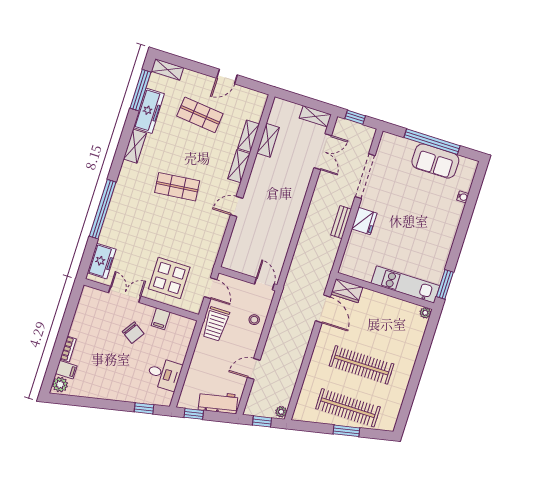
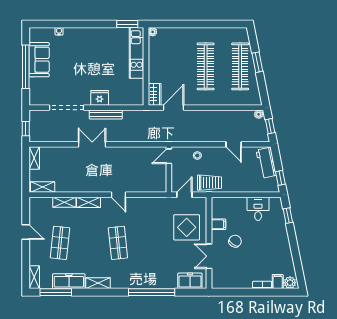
shelving: (268, 140) -> (43, 187), moved
double door: (323, 152) -> (92, 144), moved
bench: (341, 222) -> (106, 115), width x1.36

